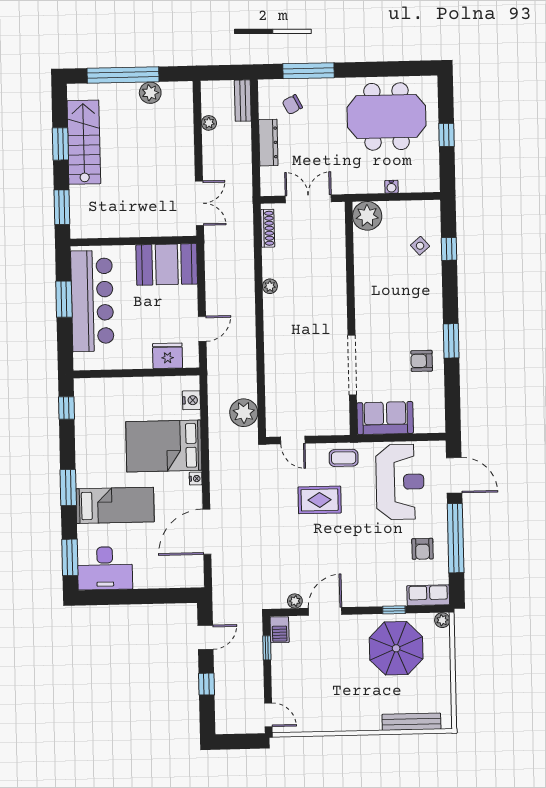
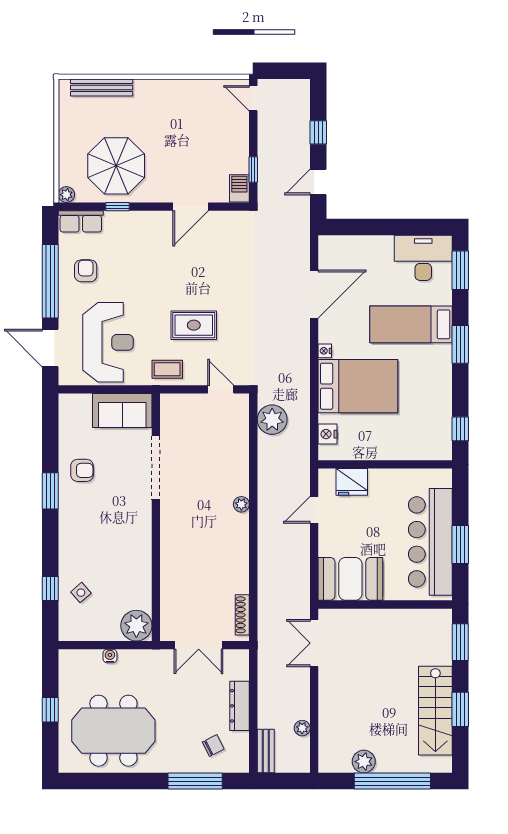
plant: (270, 286) -> (241, 504), moved
reception desk: (400, 482) -> (108, 342), turned 180
plant: (295, 601) -> (222, 218), removed

